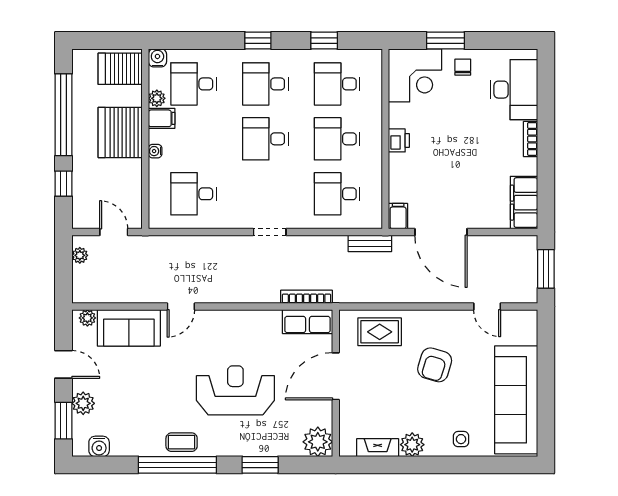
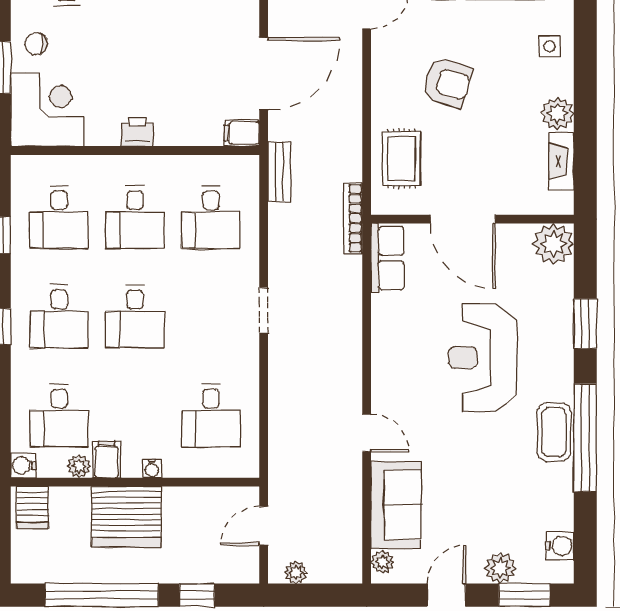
server rack: (120, 69) -> (32, 508), width x0.73, depth x0.70
bookcase: (307, 297) -> (353, 218), moved
coffee table: (182, 442) -> (554, 432), width x1.36, depth x1.30

